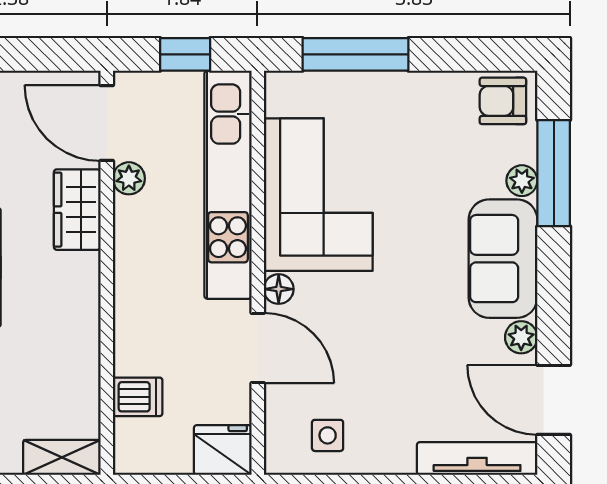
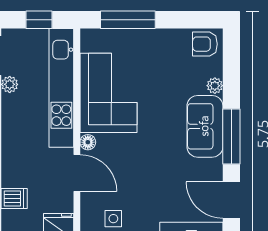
window: (554, 173) -> (231, 136), moved
plant: (521, 337) -> (214, 167), removed

